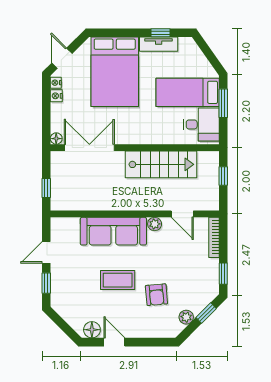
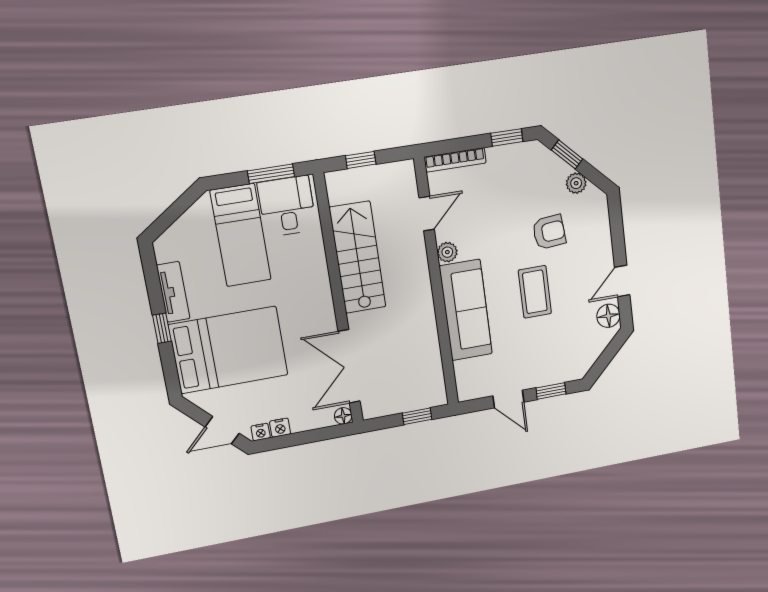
window: (160, 33) -> (162, 328), moved
window: (223, 103) -> (271, 174), moved

